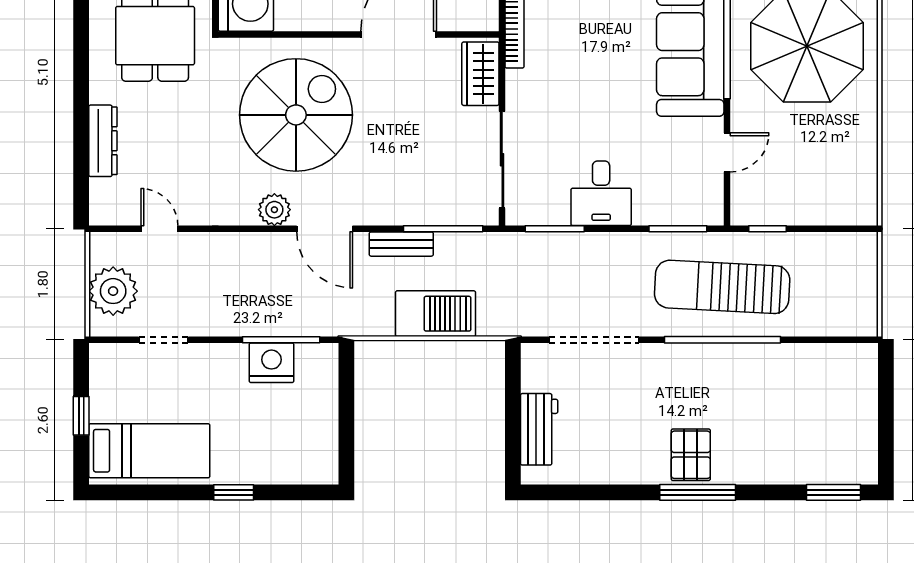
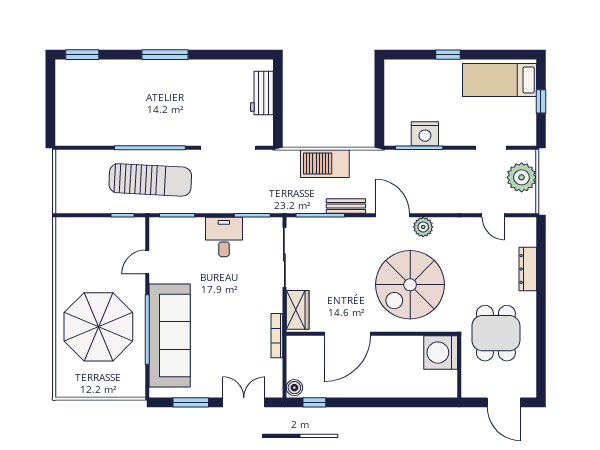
pallet: (691, 455) -> (169, 78), removed

